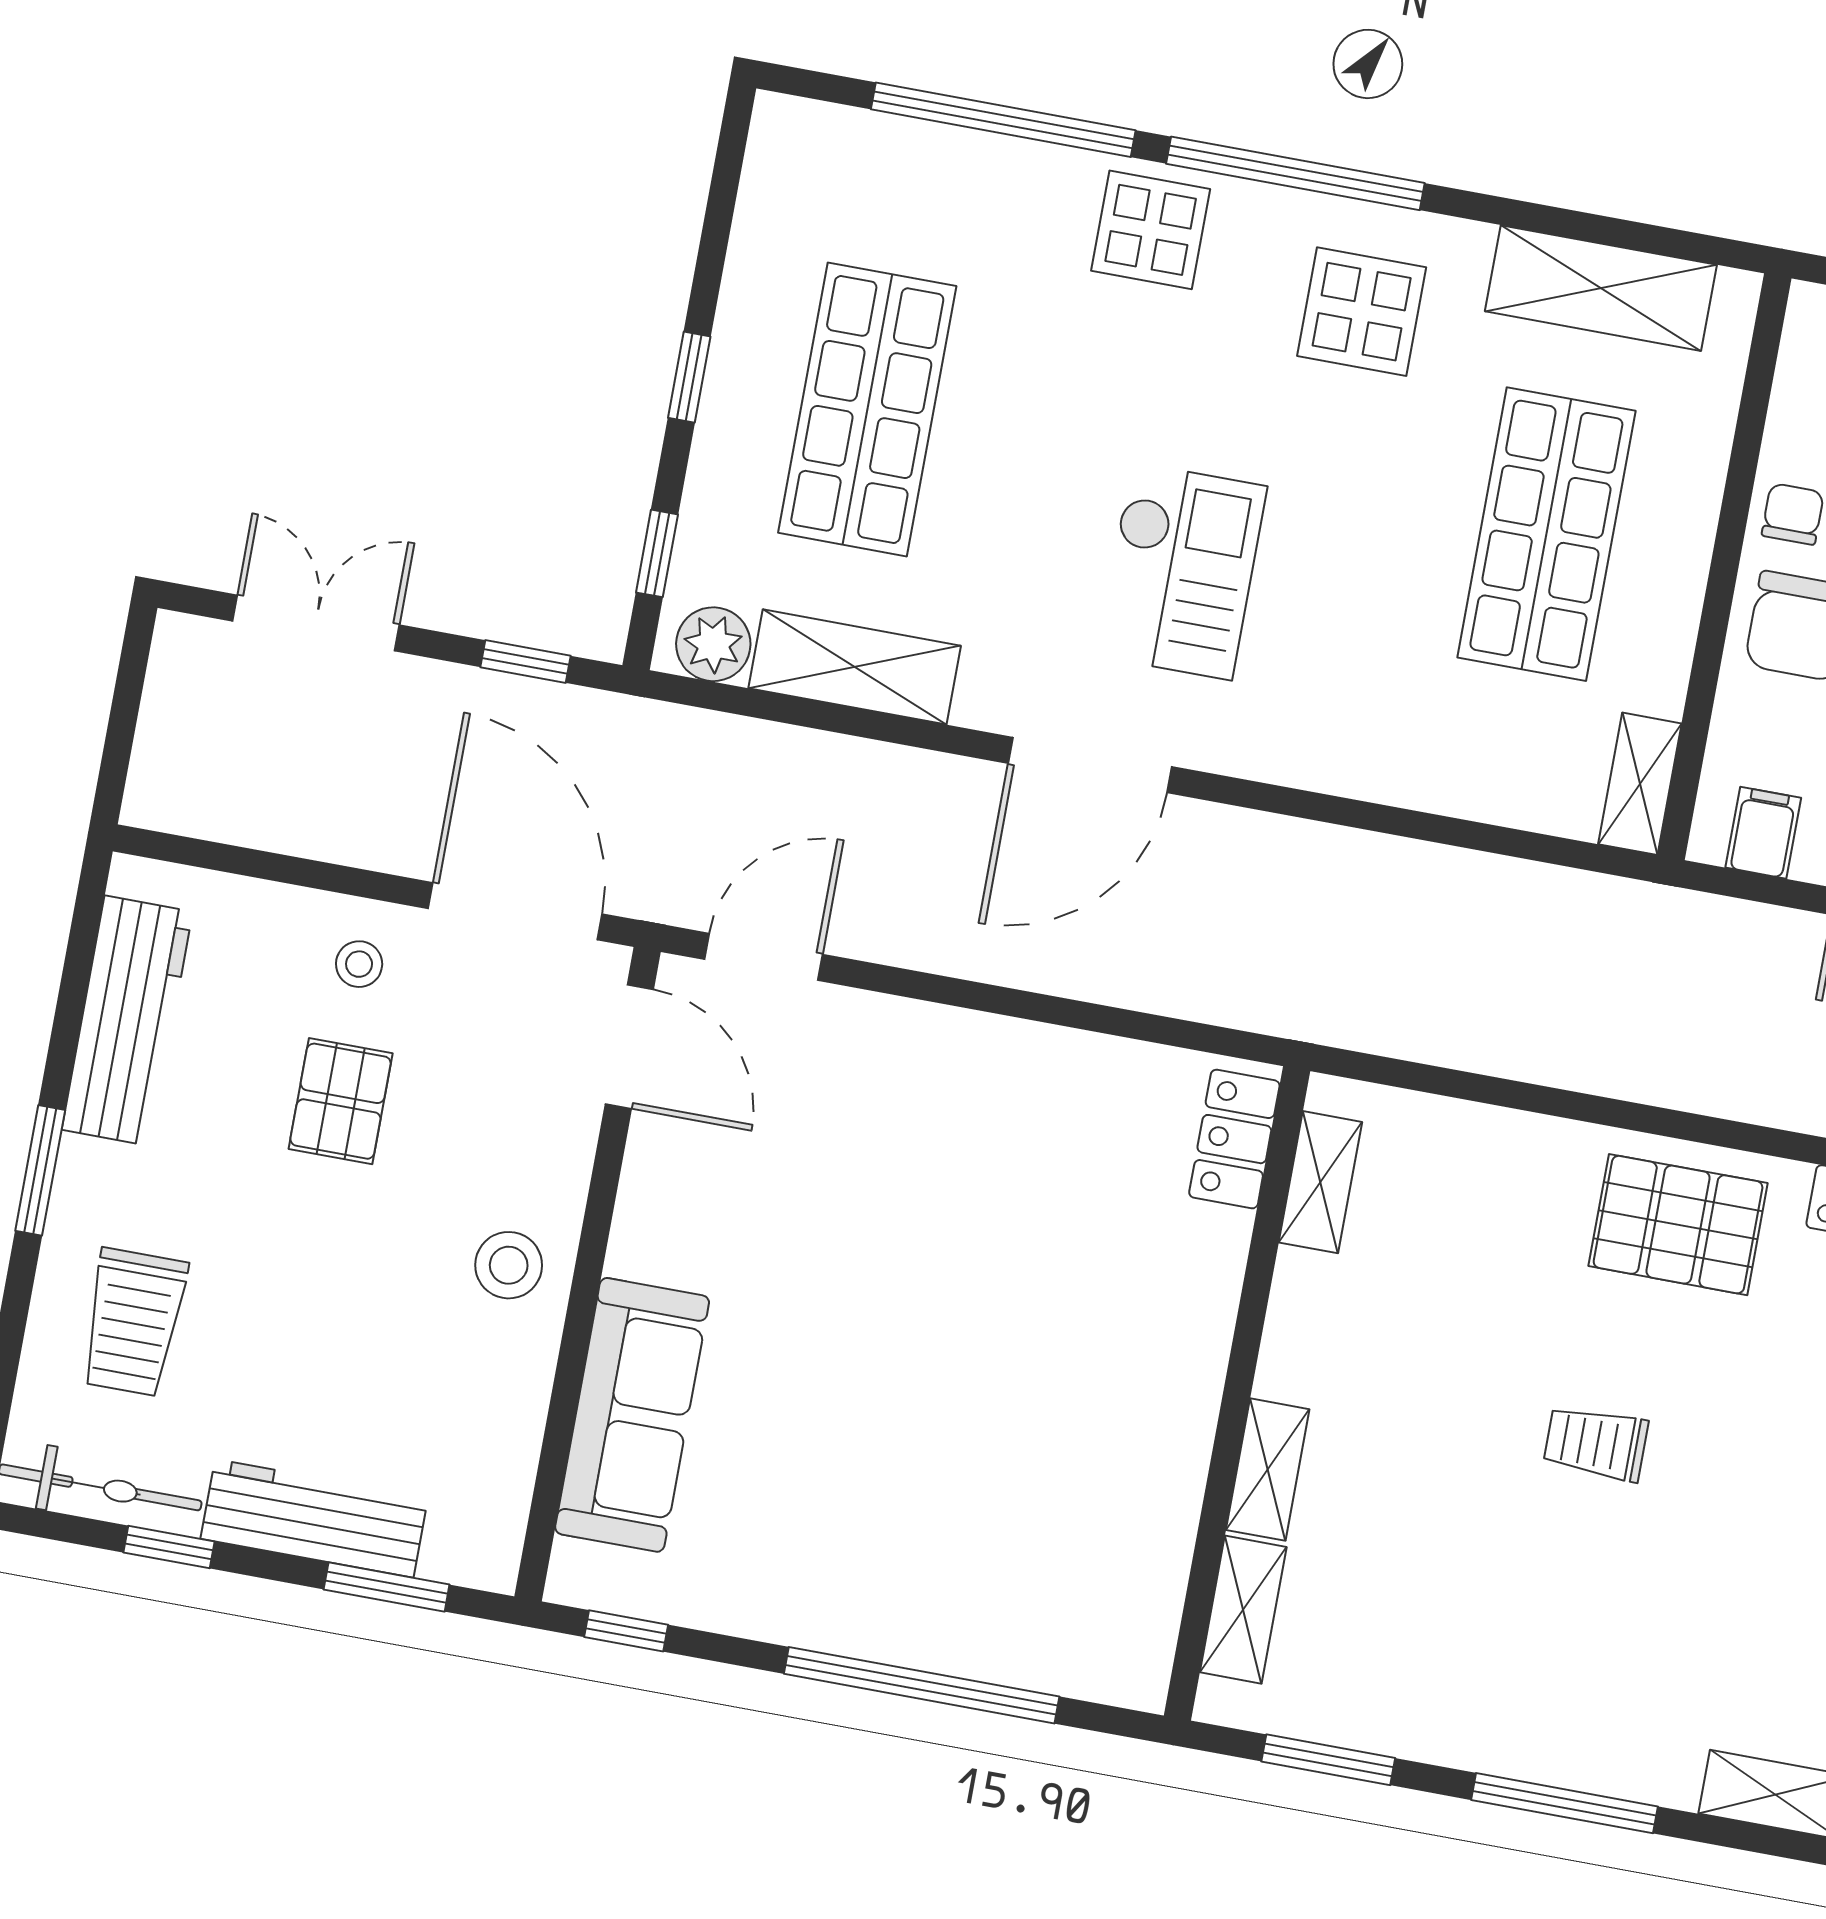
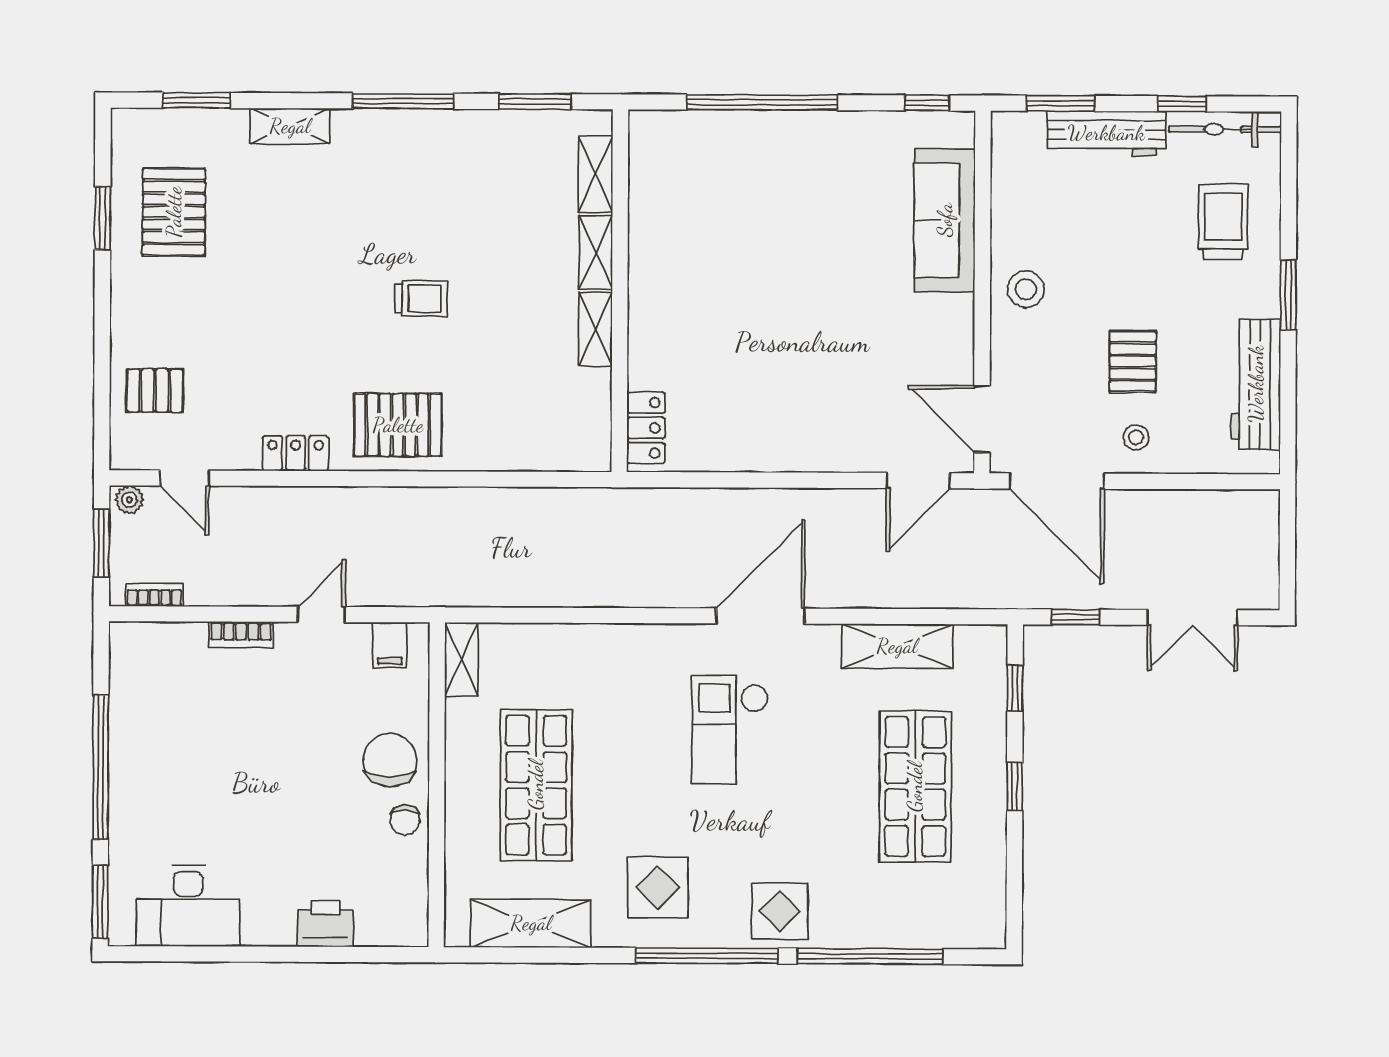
plant: (713, 644) -> (976, 645), removed
shelving: (1320, 1182) -> (596, 329), moved

